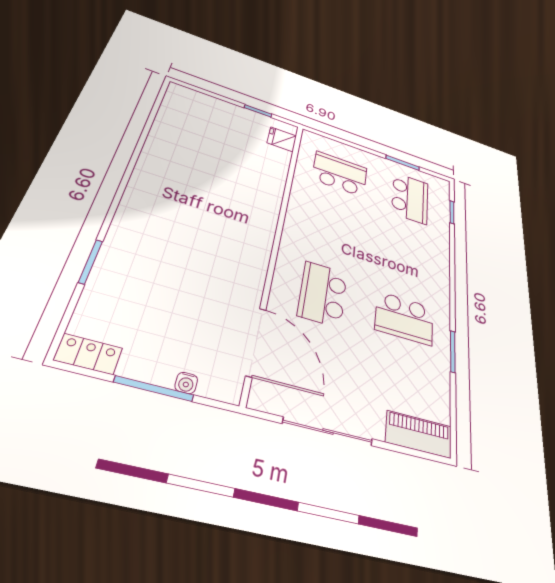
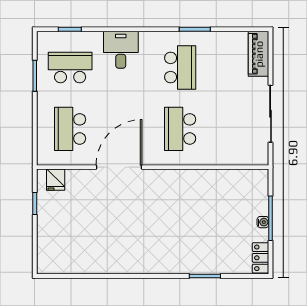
desk: (429, 256) -> (121, 50), added
school desk: (323, 294) -> (180, 129), turned 90
door: (256, 342) -> (119, 167), moved
water cooler: (186, 383) -> (263, 222), moved

